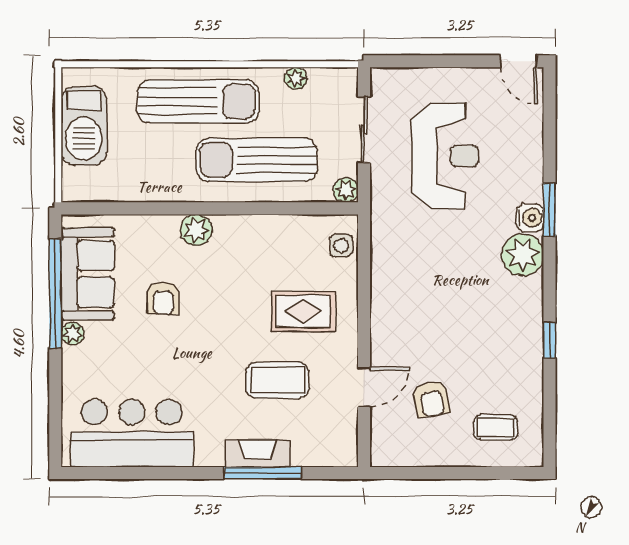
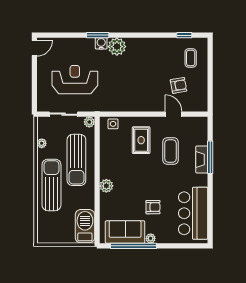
barbecue: (84, 126) -> (85, 226), moved, turned -90
armchair: (163, 298) -> (153, 207), moved
window: (549, 340) -> (184, 35), moved

